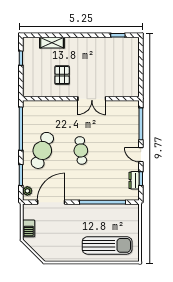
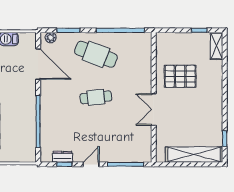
shelving: (52, 43) -> (217, 46), moved
shelving: (132, 63) -> (194, 155), added
pallet: (62, 75) -> (180, 76), width x1.50, depth x1.42

